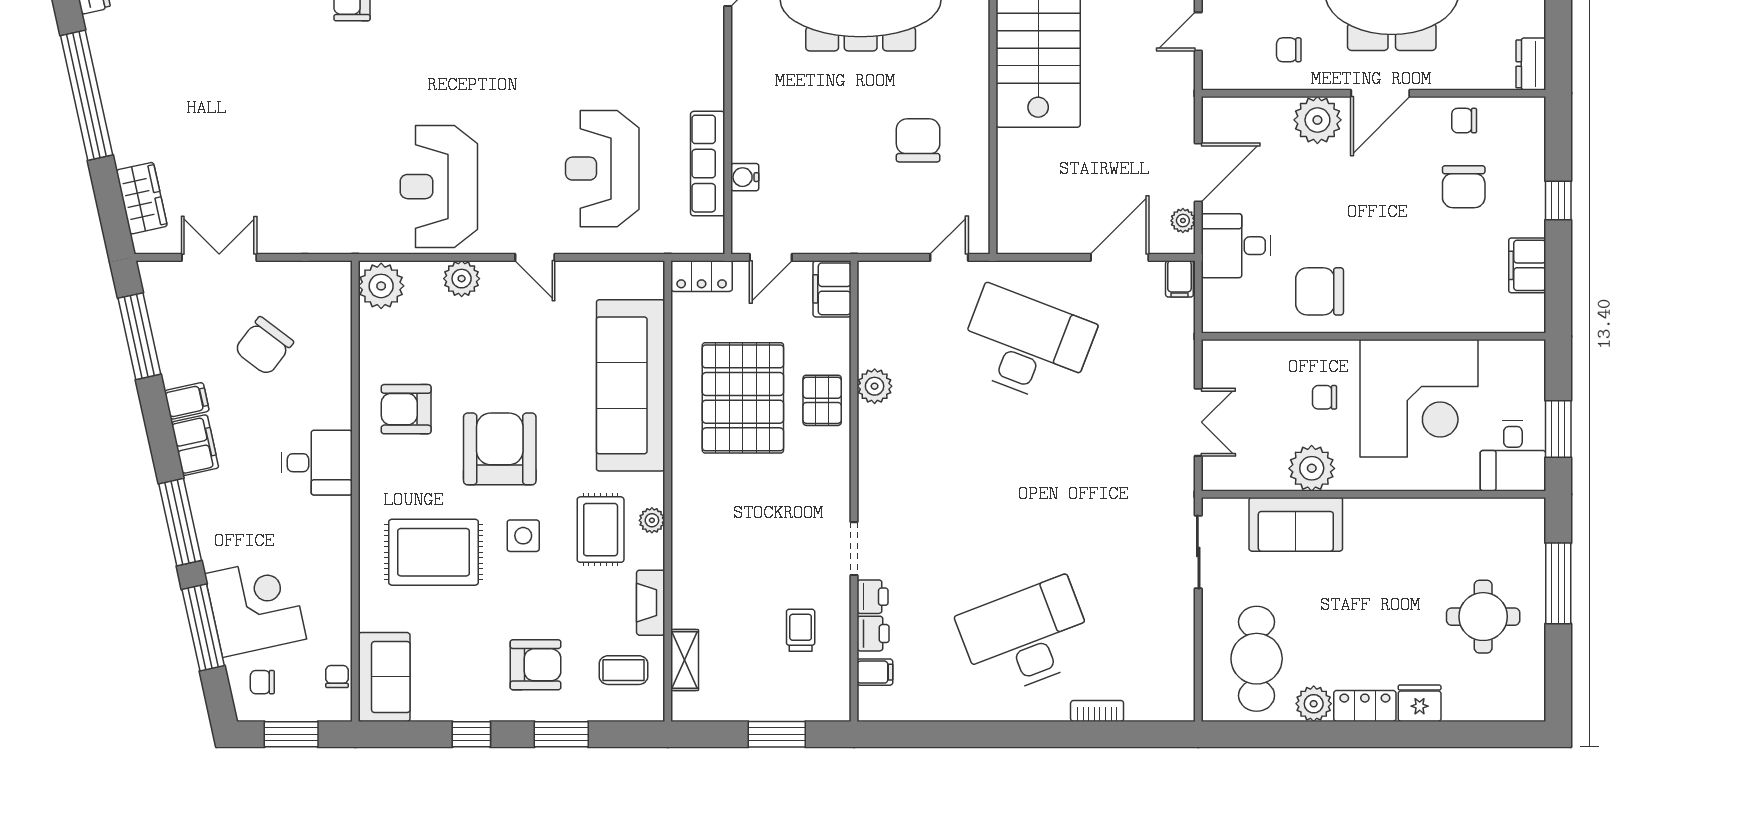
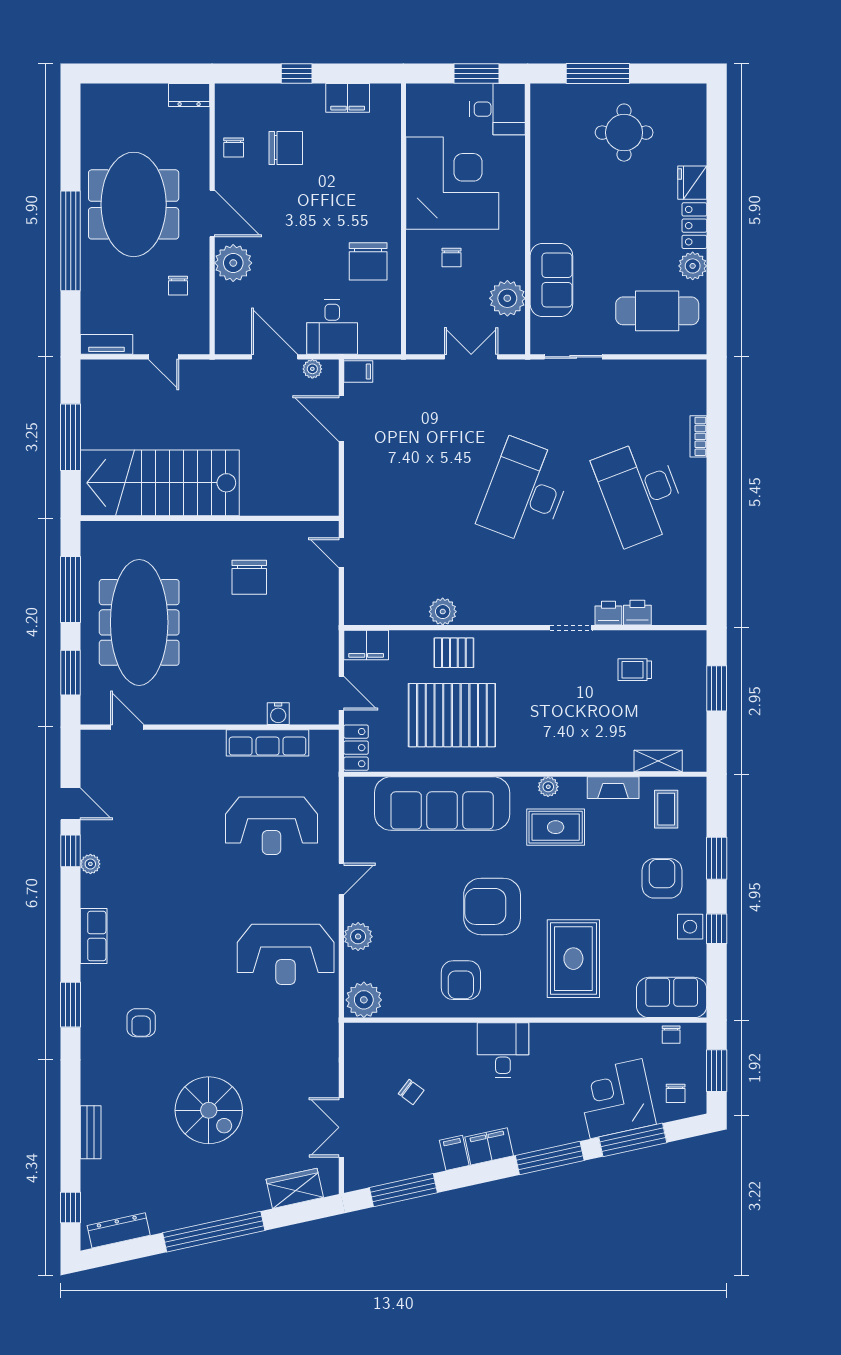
spiral stairs: (241, 89) -> (209, 1110), added
chair: (918, 140) -> (249, 577), turned -90
desk: (1026, 345) -> (525, 492), moved
chair: (264, 346) -> (411, 1092), width x0.54, depth x0.54
plant: (1312, 468) -> (507, 298), moved
side table: (523, 536) -> (690, 927), moved
filing cabinet: (875, 672) -> (668, 611), removed
chair: (337, 677) -> (671, 1035), turned -90

